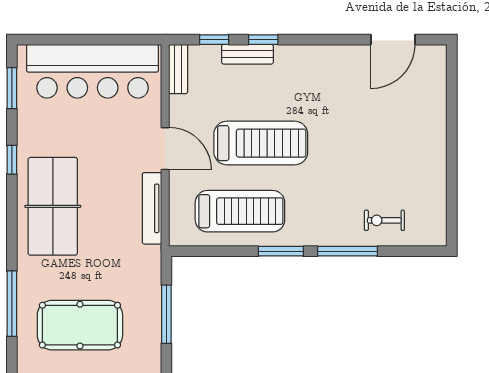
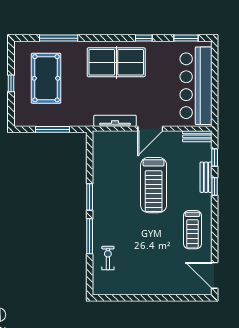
door: (393, 40) -> (215, 275), moved
treadmill: (240, 211) -> (193, 230), moved, width x0.73, depth x0.73

